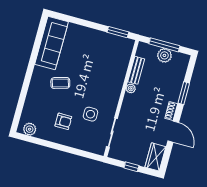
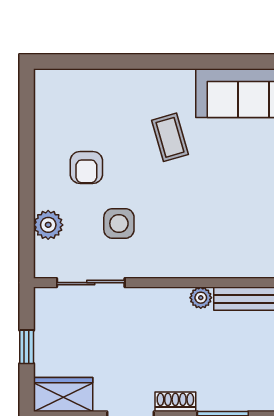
plant: (30, 129) -> (48, 225), moved

